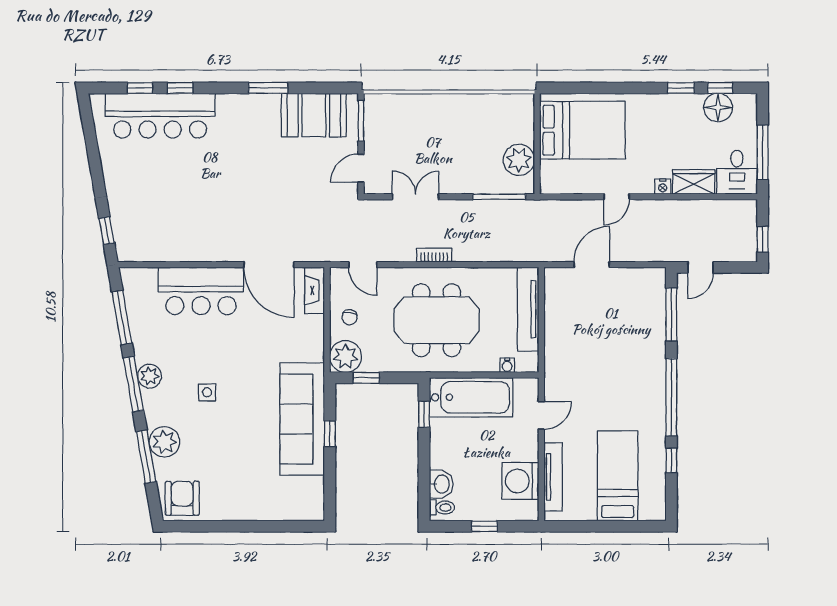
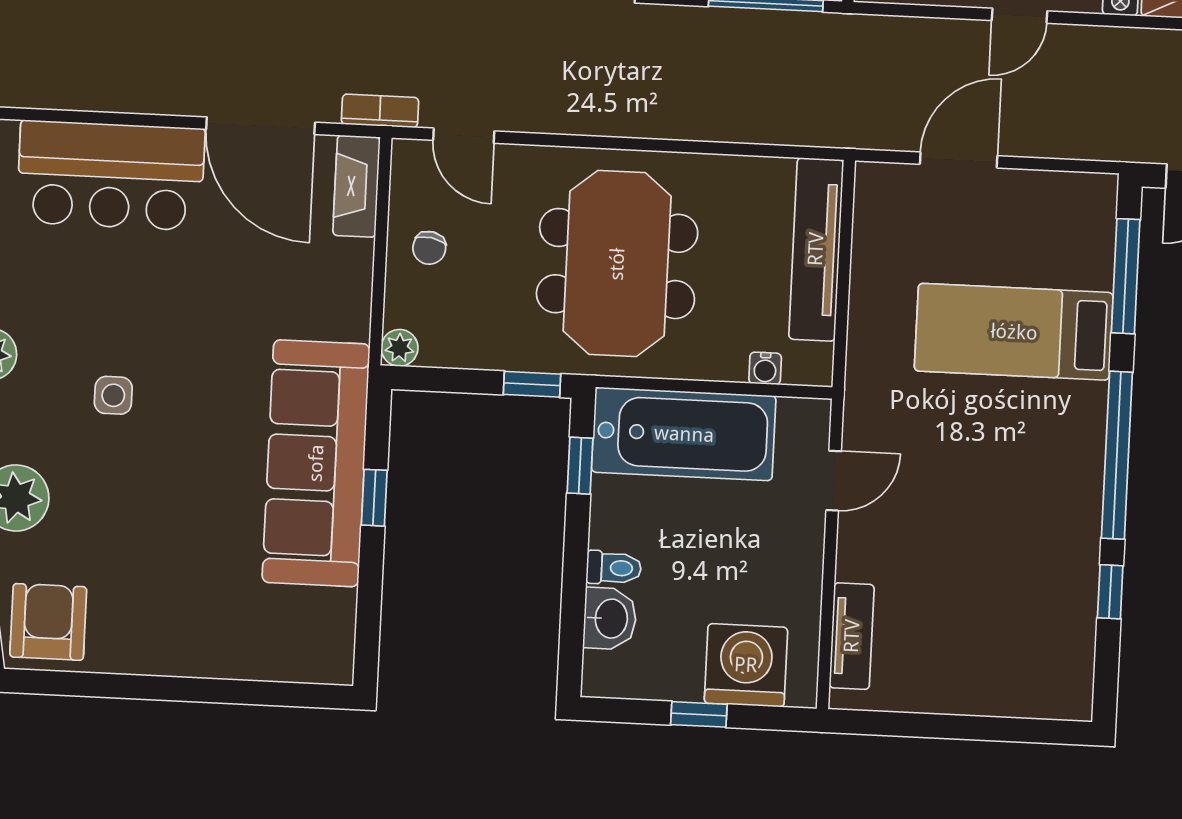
bookcase: (434, 255) -> (380, 111), moved
meeting table: (436, 320) -> (617, 264), turned 90
plant: (345, 357) -> (400, 348), width x0.53, depth x0.53
window: (366, 378) -> (532, 384), moved
bed: (618, 476) -> (1014, 332), moved, turned -90
tv unit: (553, 477) -> (852, 636), width x0.71
washing machine: (520, 481) -> (746, 665), moved, turned 90
toilet: (442, 508) -> (614, 568), moved

